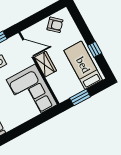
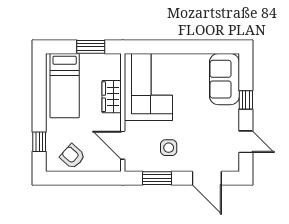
window: (95, 49) -> (39, 142), moved
wardrobe: (45, 64) -> (112, 97), moved

